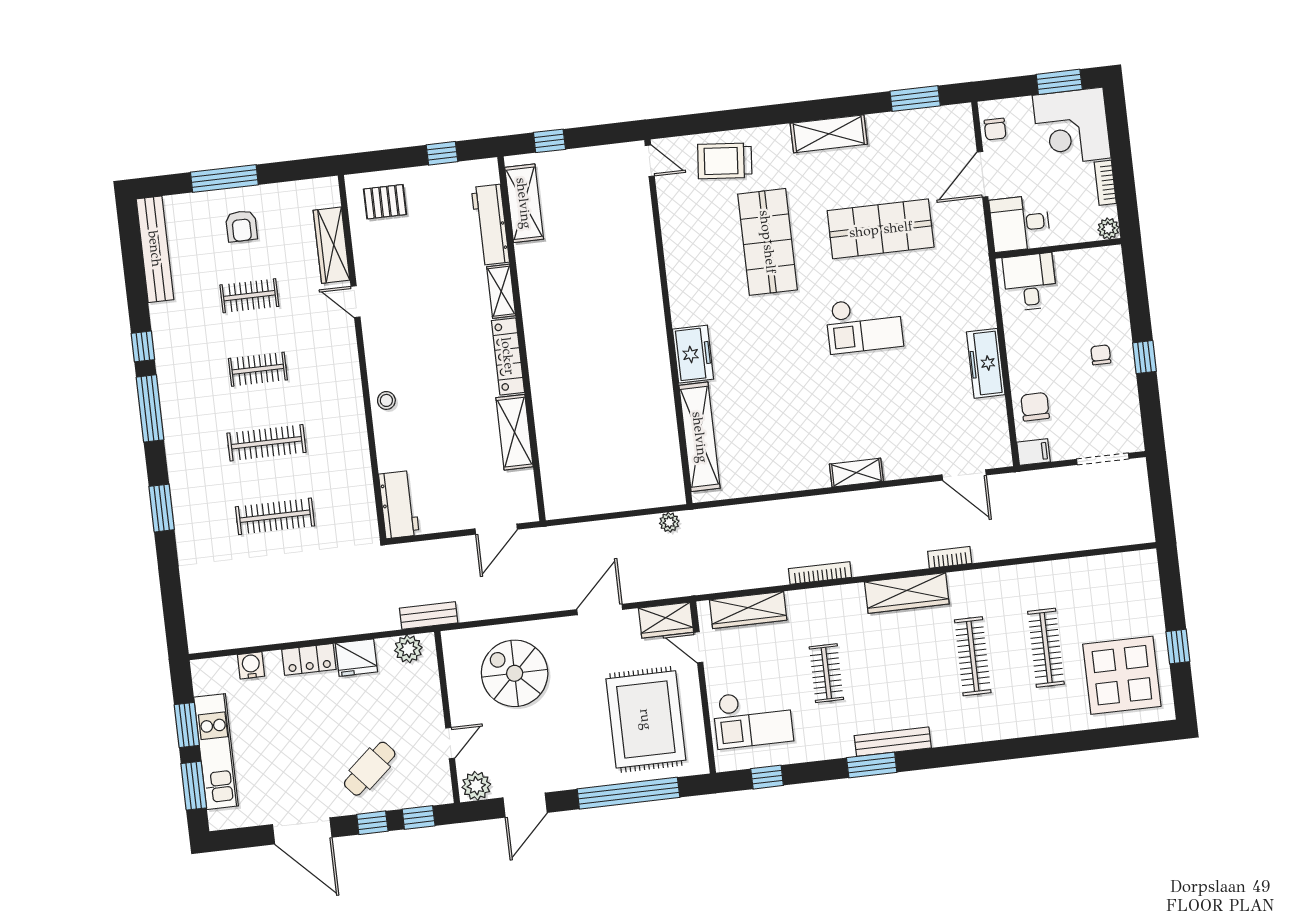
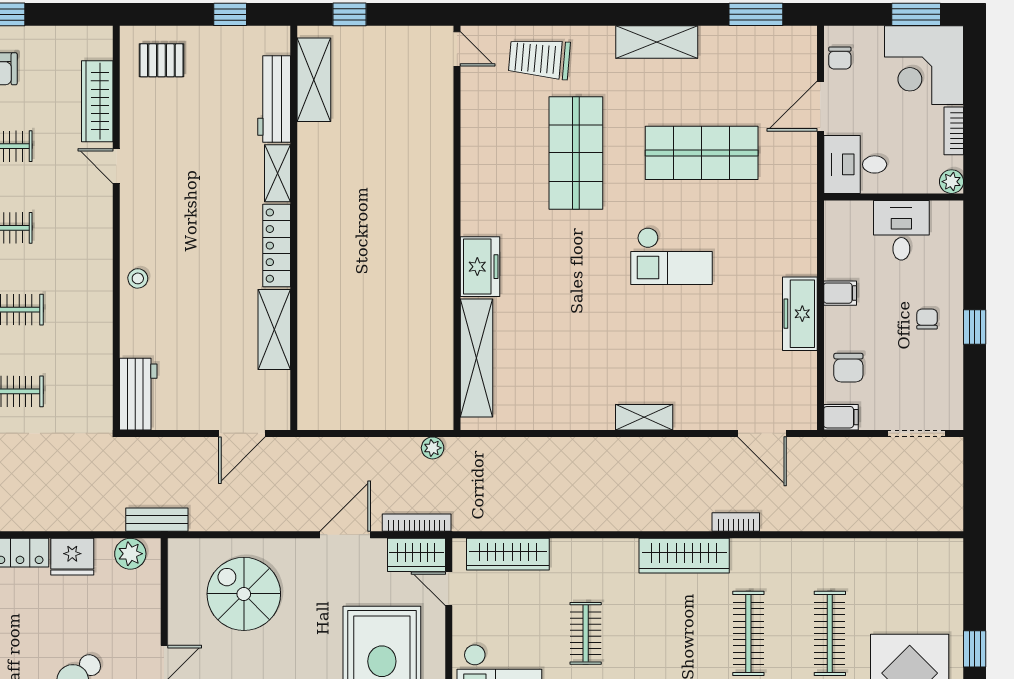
desk: (1030, 282) -> (901, 230), moved
filing cabinet: (1020, 340) -> (840, 293), added
chair: (1035, 407) -> (848, 368), turned 180
bookcase: (820, 573) -> (417, 523), moved

